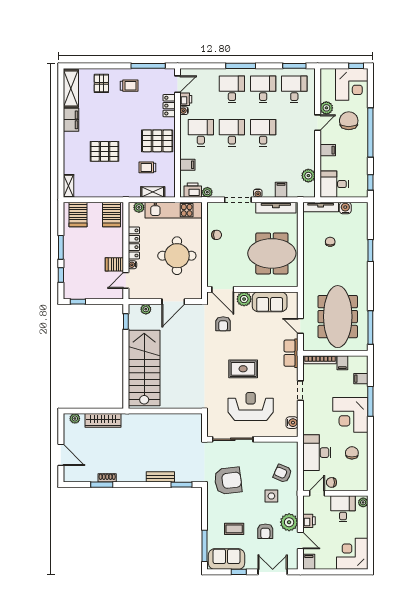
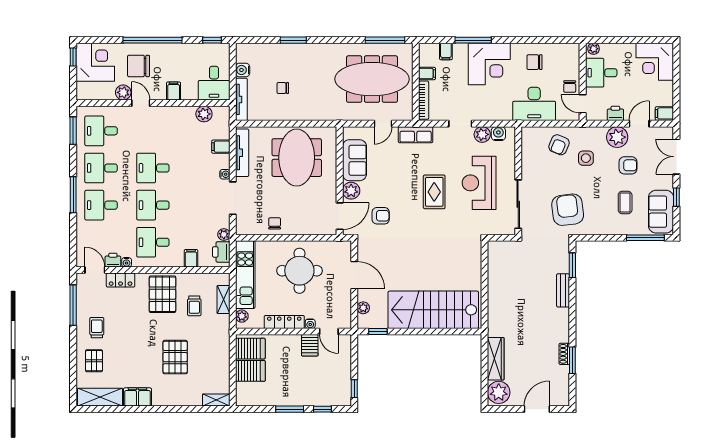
pallet: (101, 83) -> (94, 361), turned 90
server rack: (78, 215) -> (250, 371), moved
plant: (291, 409) -> (482, 134), added
plant: (75, 418) -> (499, 392), width x1.88, depth x1.88

